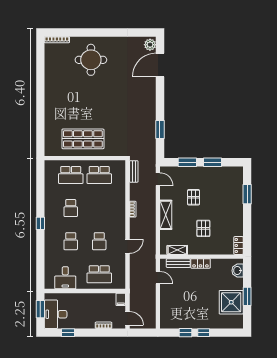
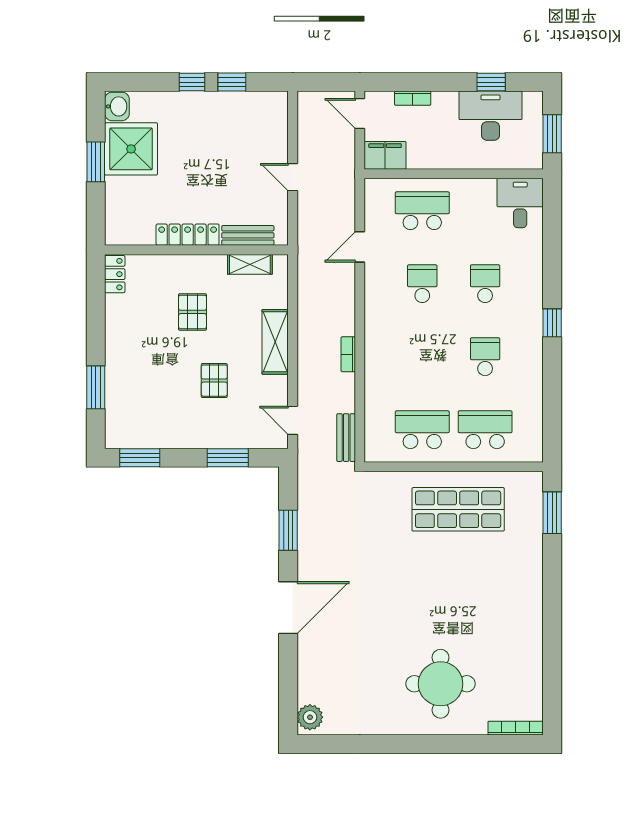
door: (160, 65) -> (288, 608), moved
window: (40, 137) -> (552, 513), added
window: (213, 162) -> (140, 458), moved
door: (128, 246) -> (360, 247), moved
locker: (200, 263) -> (188, 235), width x1.53
washbasin: (238, 271) -> (117, 106), moved
desk: (65, 278) -> (520, 203), moved
door: (158, 278) -> (293, 177), moved
filing cabinet: (121, 299) -> (385, 155), width x2.00
desk: (56, 314) -> (491, 116), moved, turned -90

